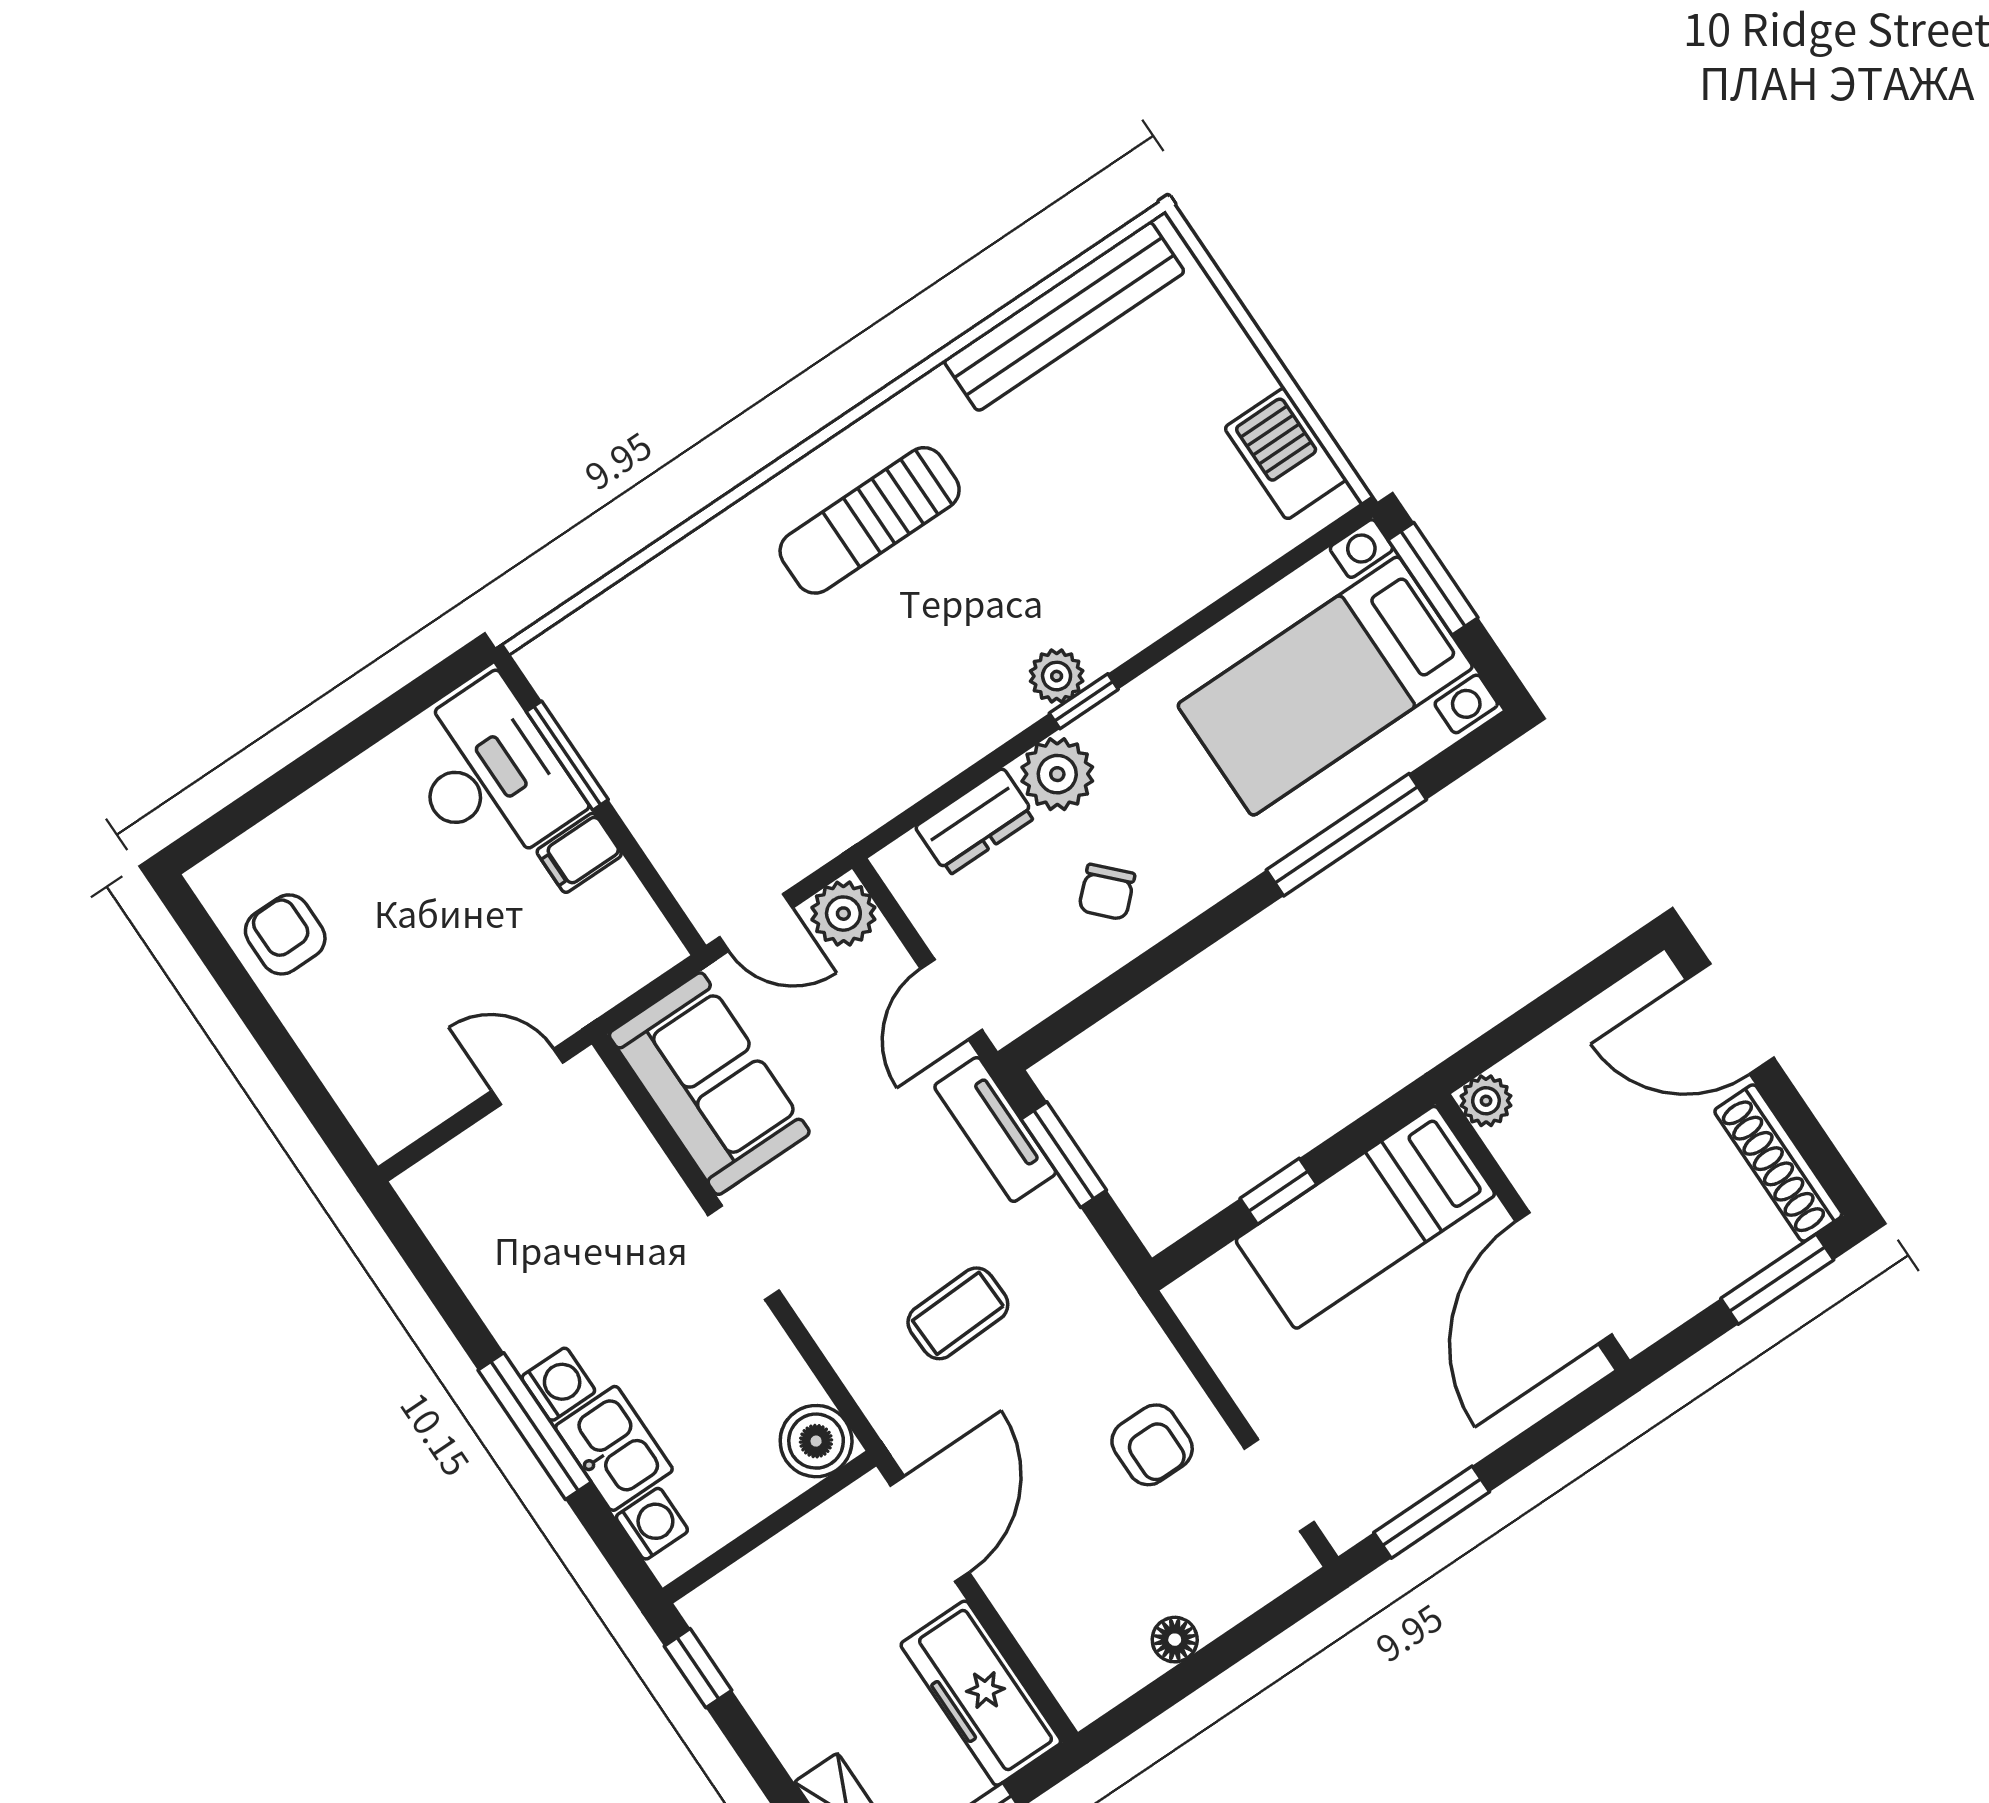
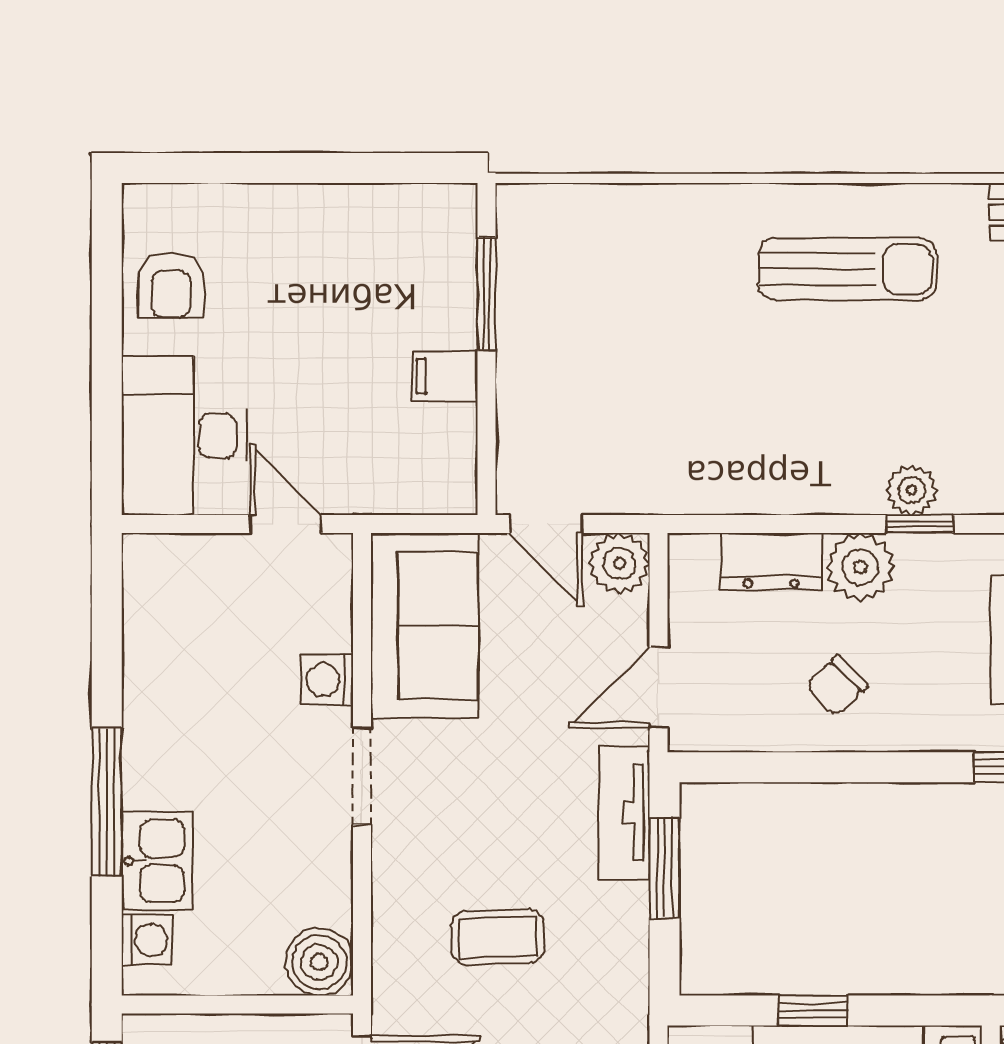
sun lounger: (870, 520) -> (847, 269), turned 180
desk: (489, 775) -> (184, 436), moved, turned 180
armchair: (285, 934) -> (171, 285), turned 180
washing machine: (558, 1384) -> (327, 680), moved, turned 180

